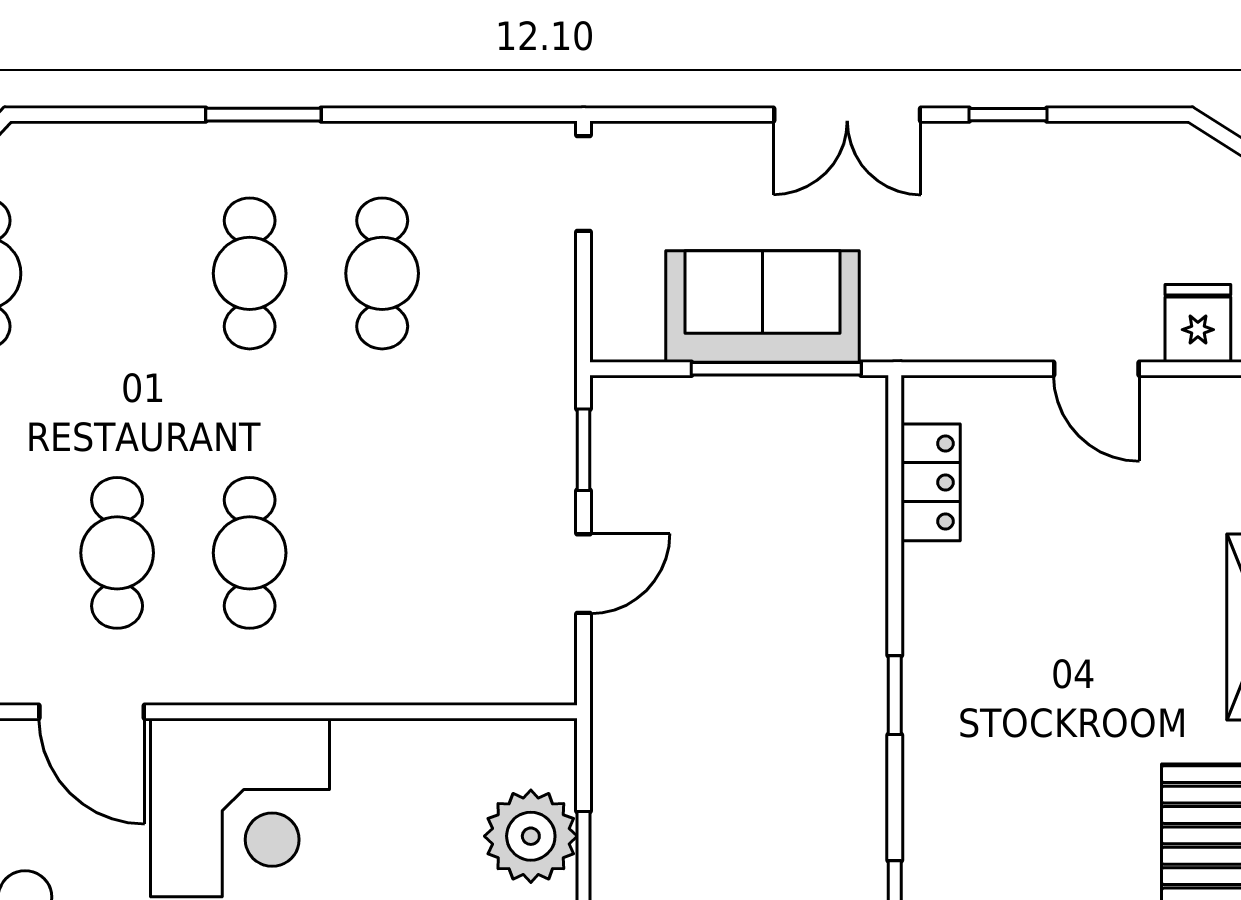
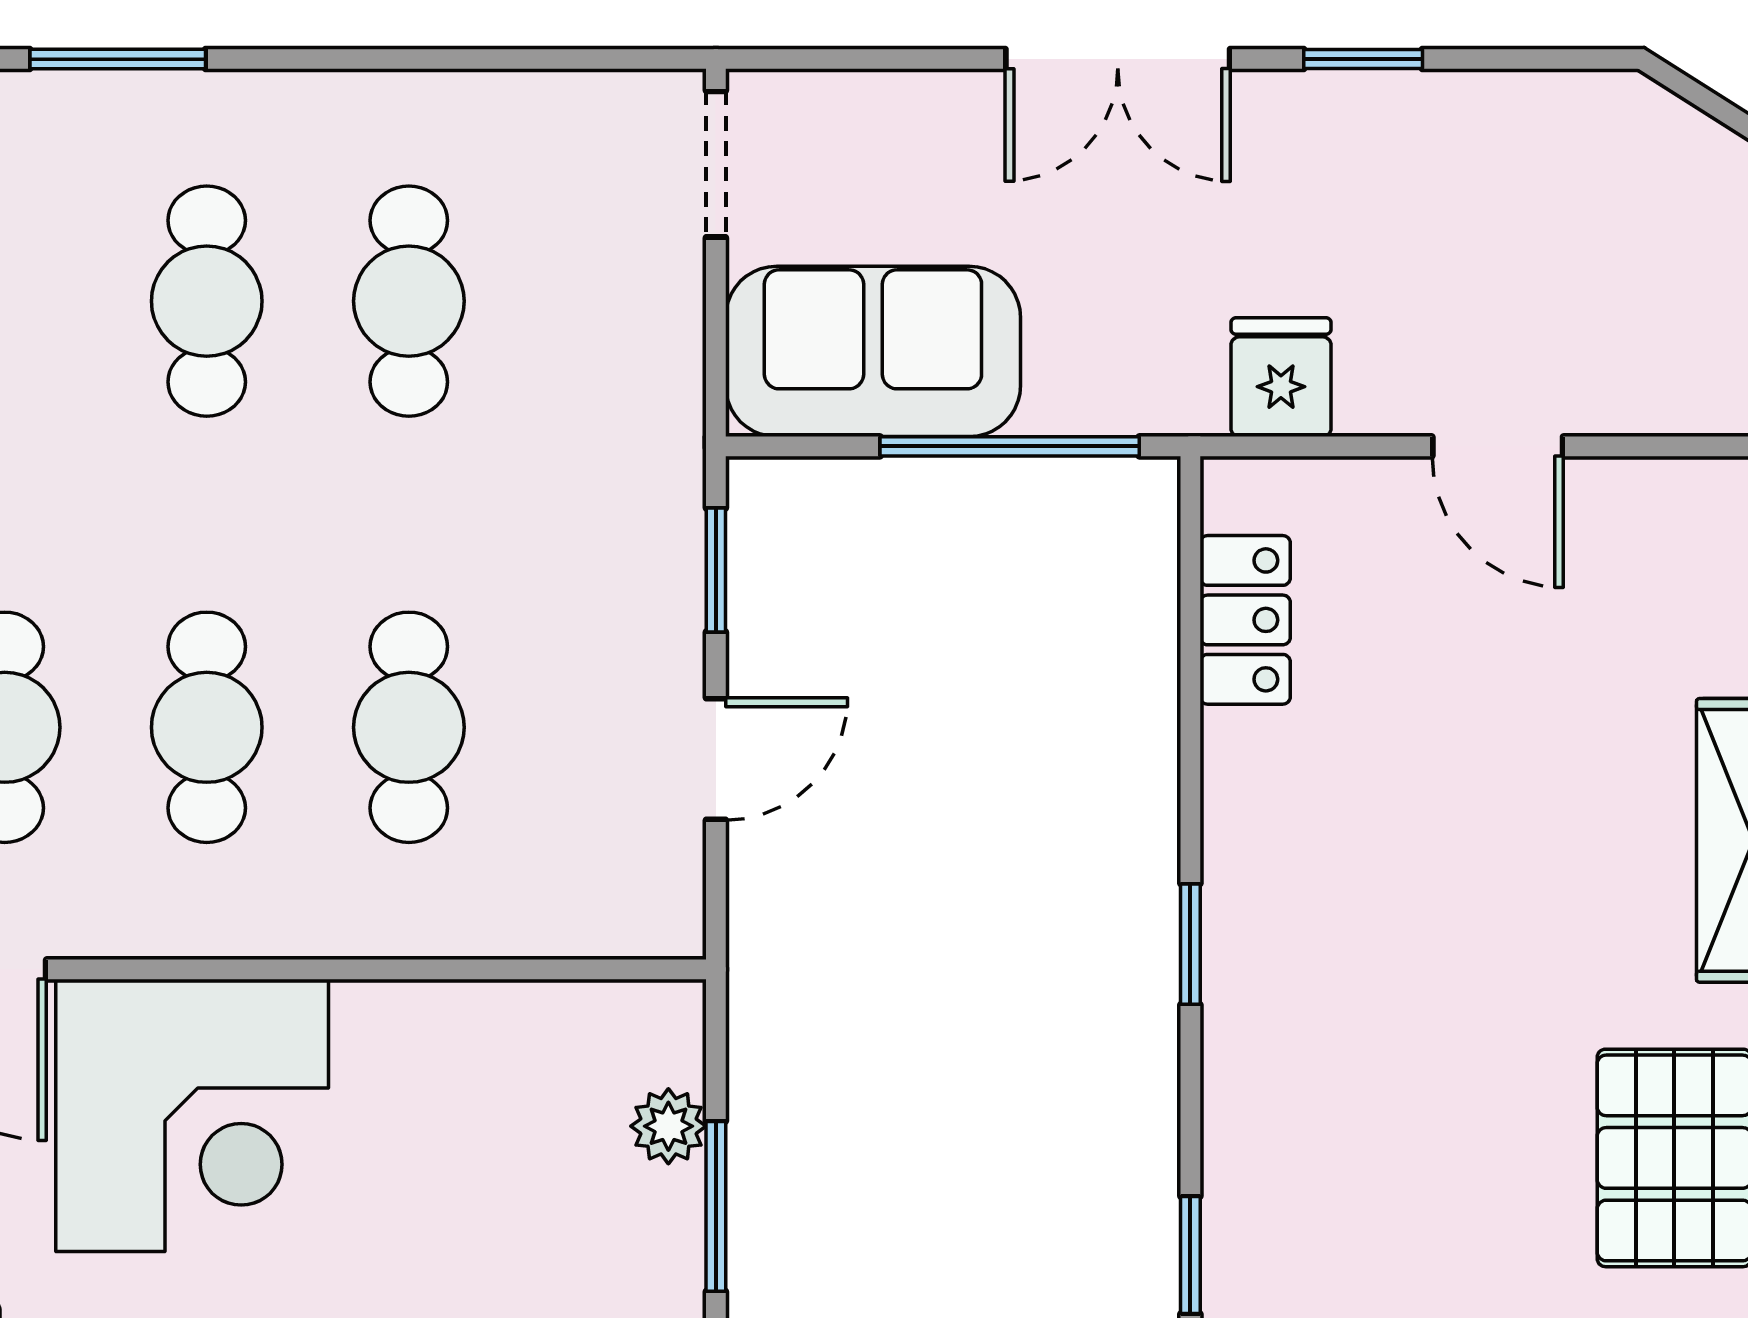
window: (263, 115) -> (118, 59), moved
sofa: (763, 306) -> (873, 351), moved
fridge: (1198, 323) -> (1281, 377), moved
cafe table: (382, 553) -> (409, 727), added
plant: (531, 836) -> (668, 1126), width x0.53, depth x0.53

